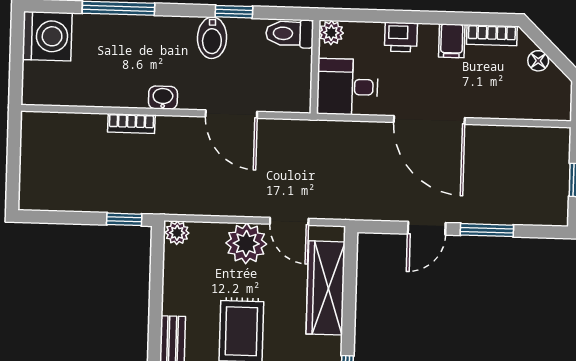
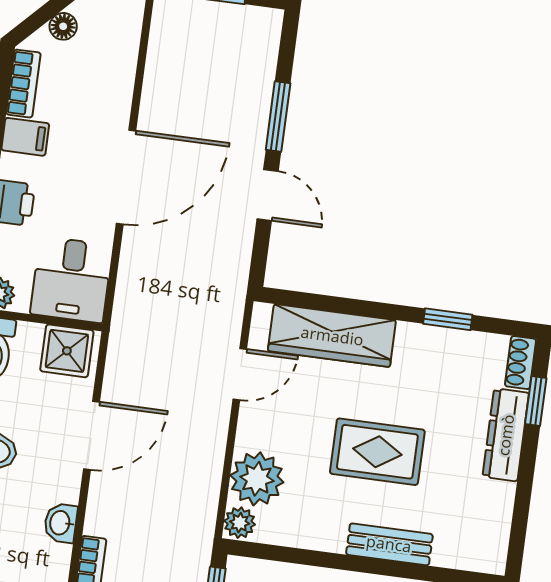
shower: (293, 89) -> (67, 351), added
plant: (246, 243) -> (257, 479), moved

